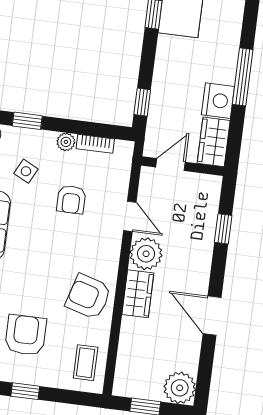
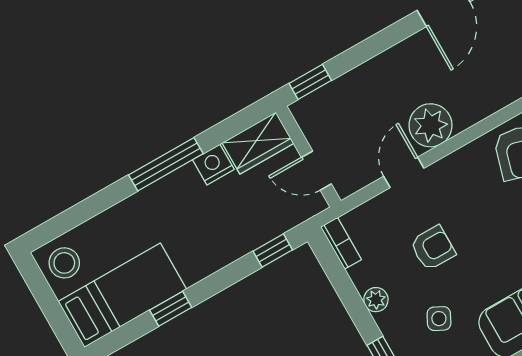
nightstand: (218, 101) -> (213, 165), width x0.74, depth x0.75
bookcase: (95, 144) -> (341, 243), moved
window: (223, 229) -> (310, 82), moved
wardrobe: (138, 294) -> (479, 102), removed

